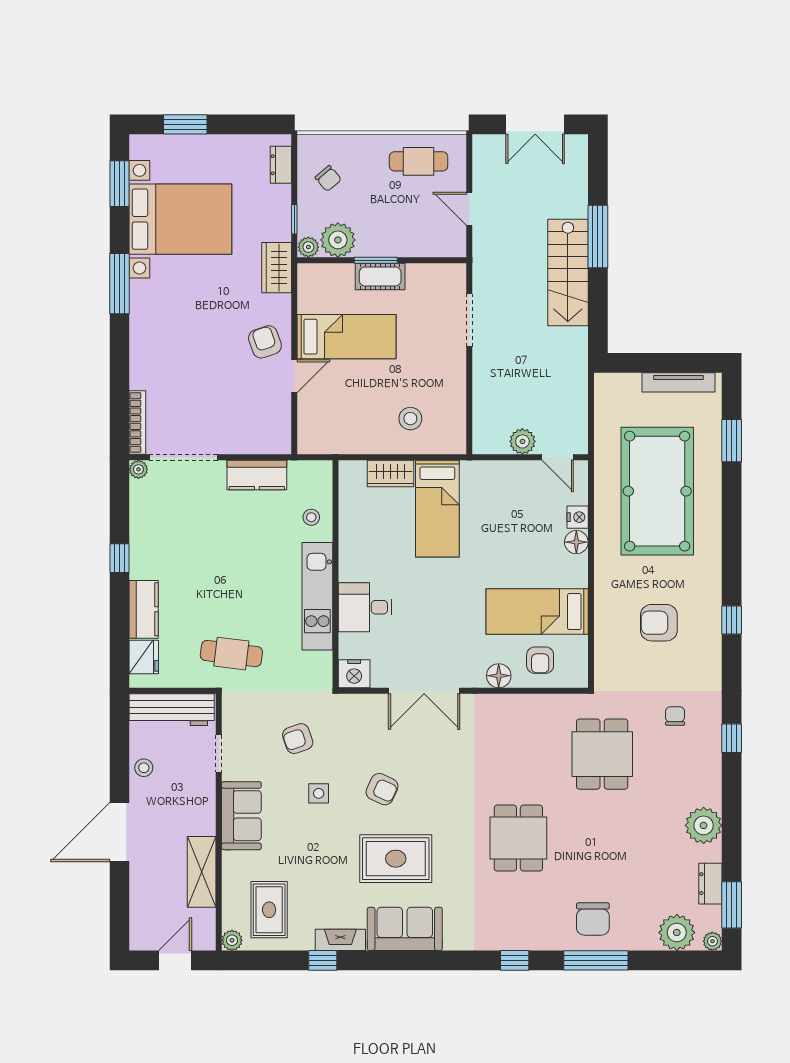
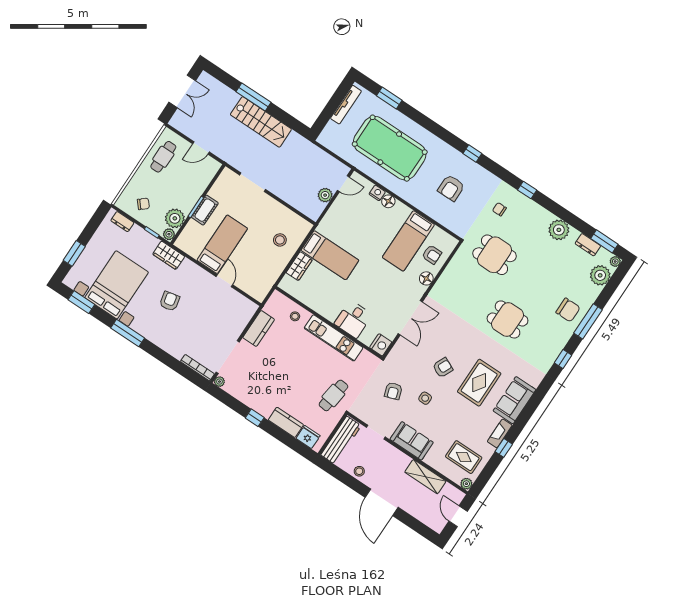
armchair: (265, 342) -> (170, 301), moved, turned 96

